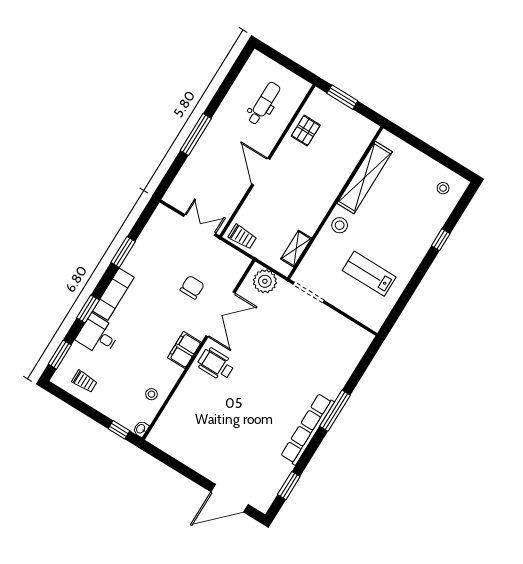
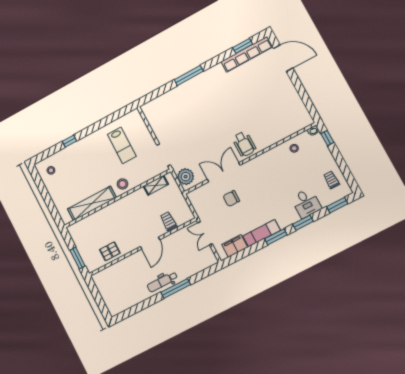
dental chair: (264, 103) -> (162, 282), moved
trolley: (242, 237) -> (168, 221), moved
window: (123, 252) -> (276, 237), moved
exam couch: (113, 294) -> (262, 233), moved
filing cabinet: (184, 350) -> (235, 246), moved, turned 180
row of seats: (307, 429) -> (247, 54), moved

